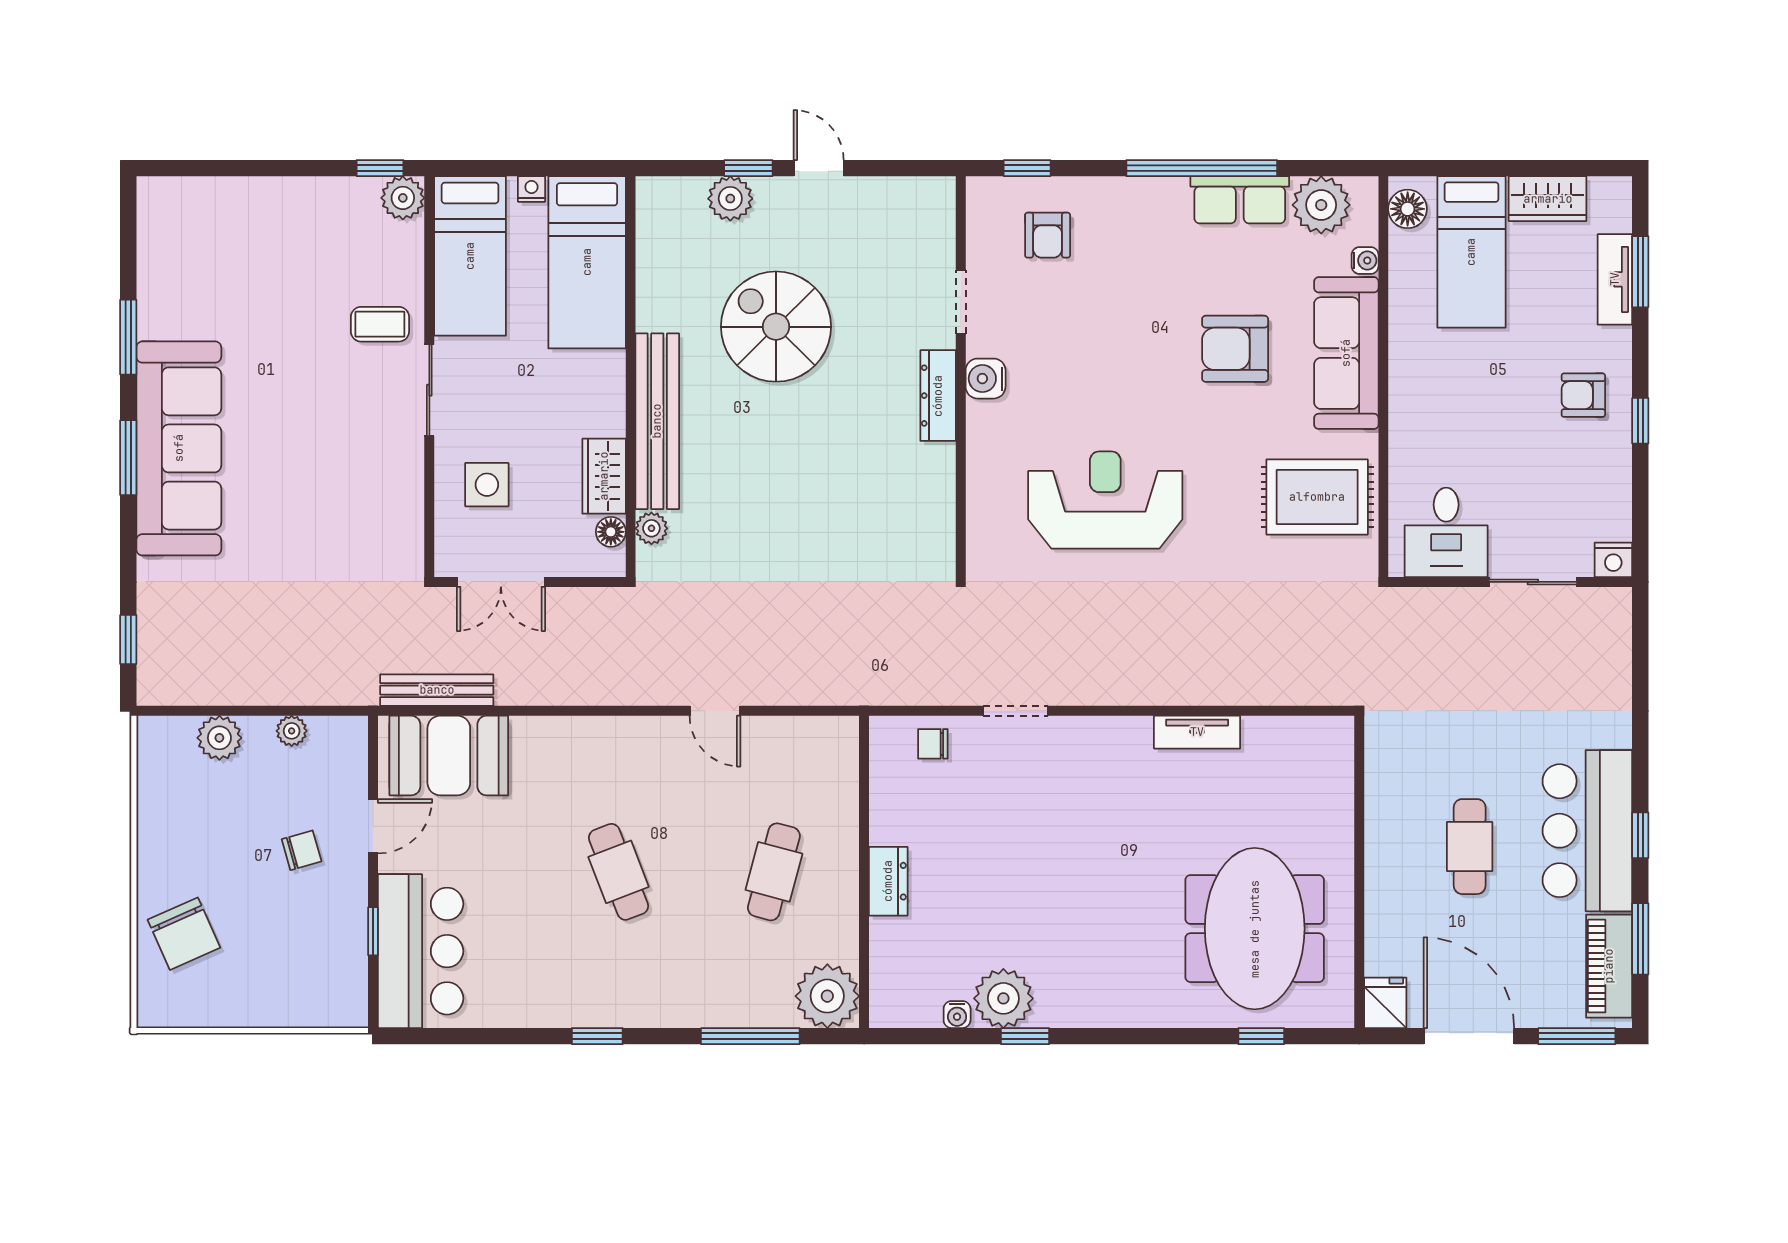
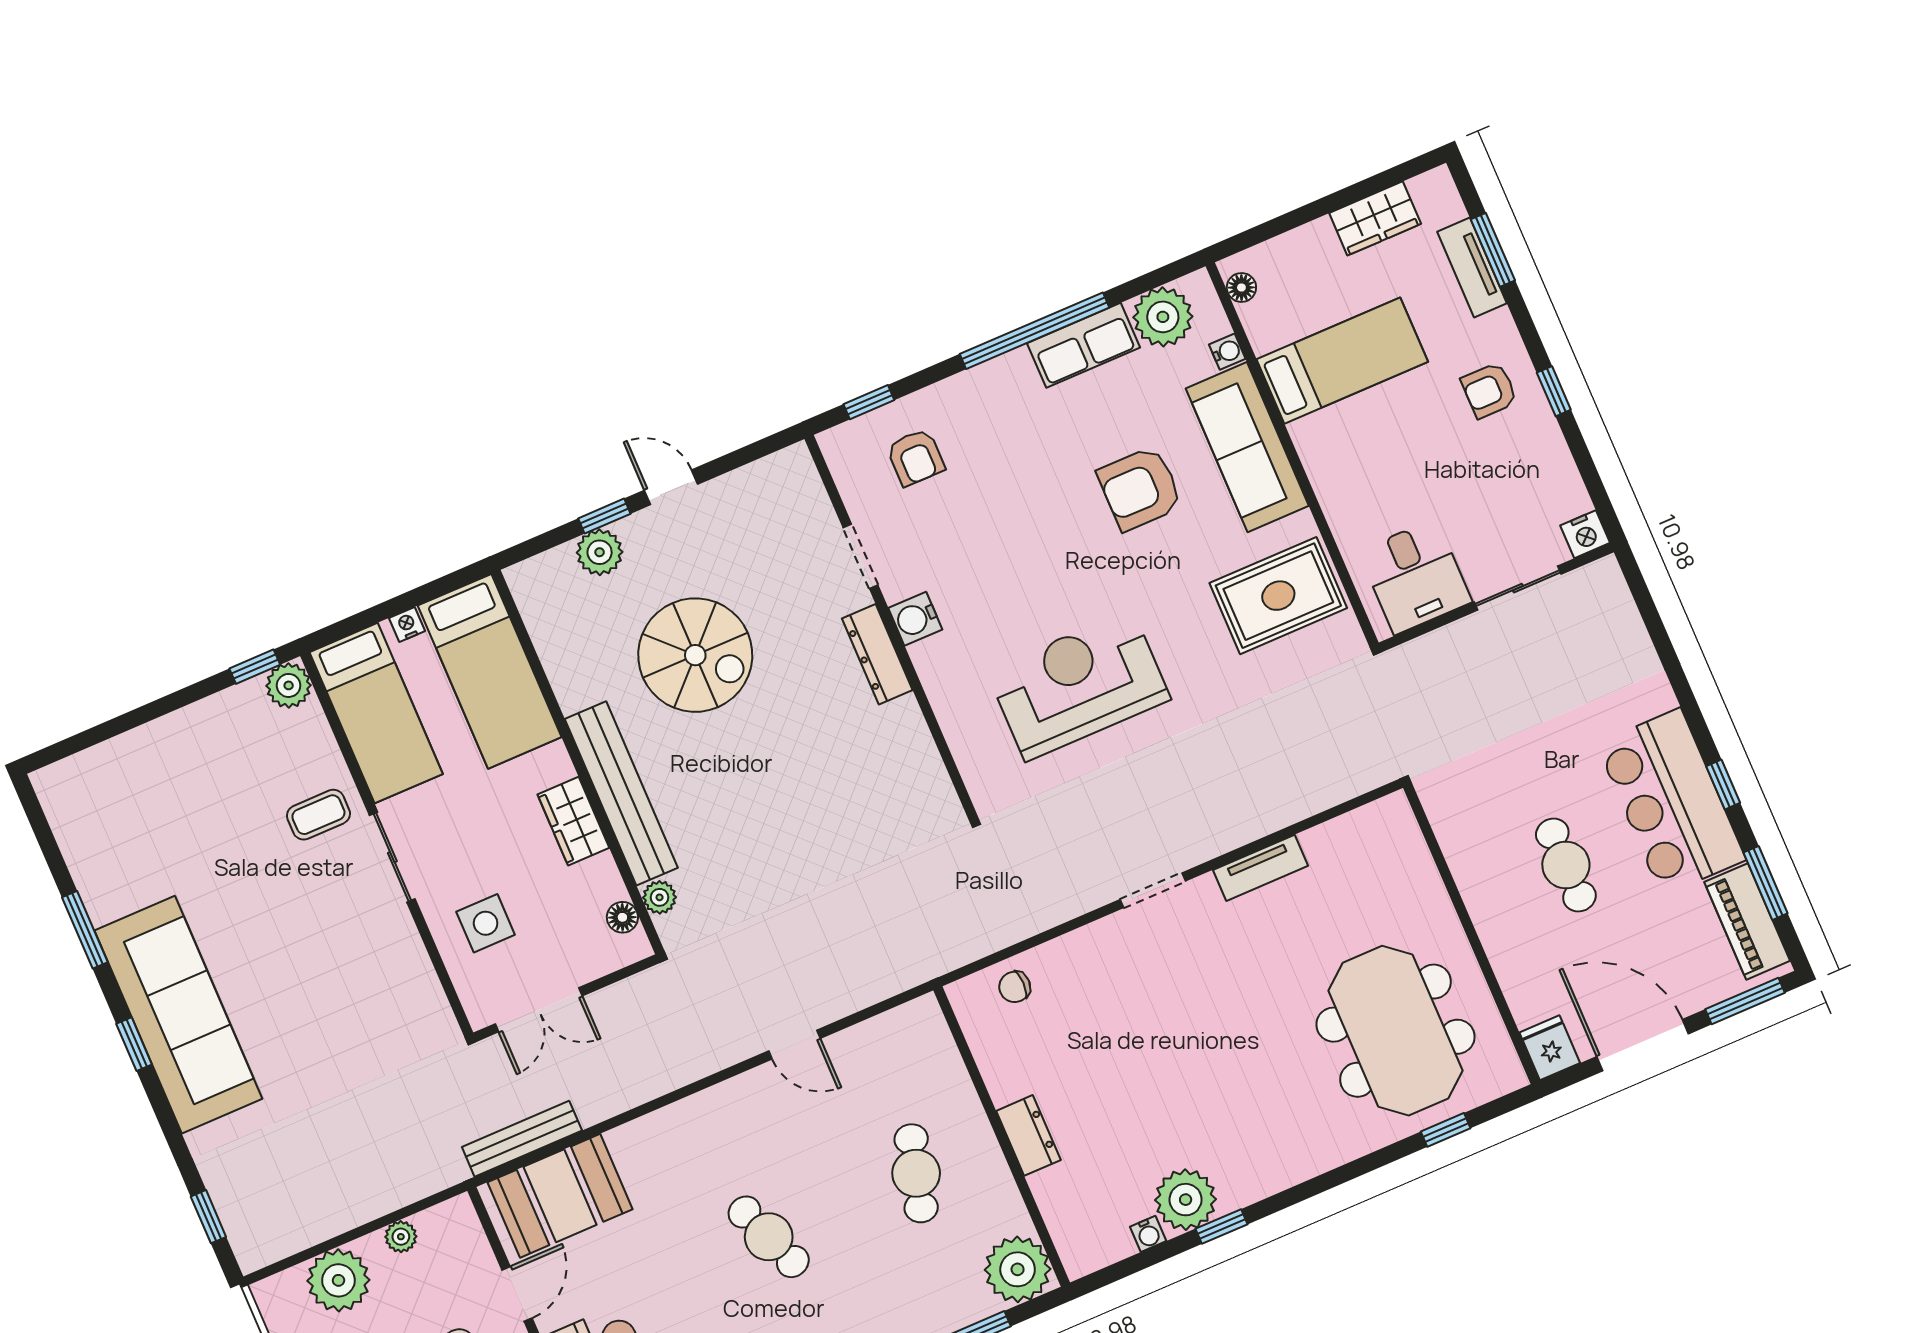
floor lamp: (1408, 209) -> (1241, 288), width x0.73, depth x0.73
bed: (1471, 252) -> (1342, 361), moved, turned -90
spiral stairs: (776, 327) -> (695, 655), turned 180
window: (128, 458) -> (134, 1044), width x0.67
wardrobe: (604, 476) -> (573, 821), moved
doorway: (1015, 711) -> (1153, 890), moved
plant: (219, 738) -> (338, 1280), width x1.36, depth x1.36

